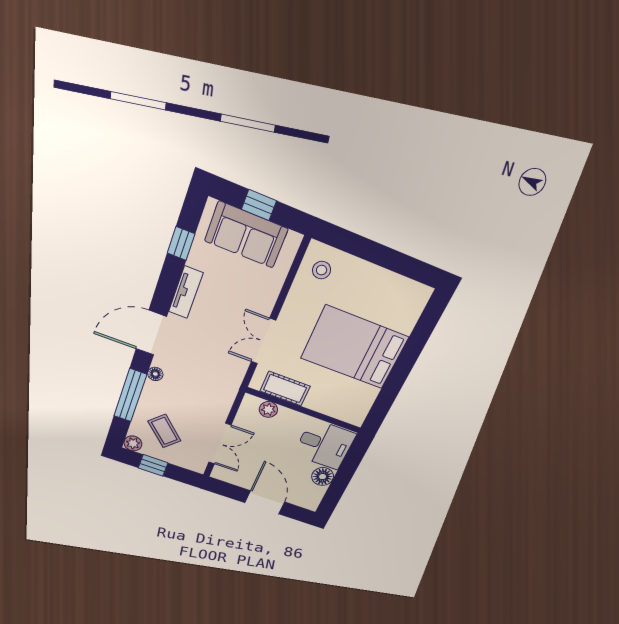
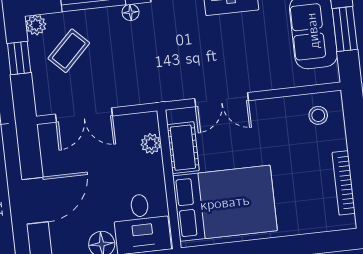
window: (259, 205) -> (345, 29), width x1.50
bookcase: (391, 279) -> (344, 183), added
double door: (263, 341) -> (222, 100), swing flipped
bed: (354, 348) -> (225, 203), moved, turned 90

